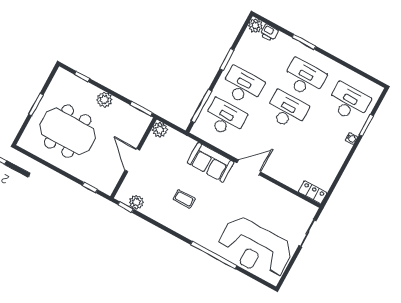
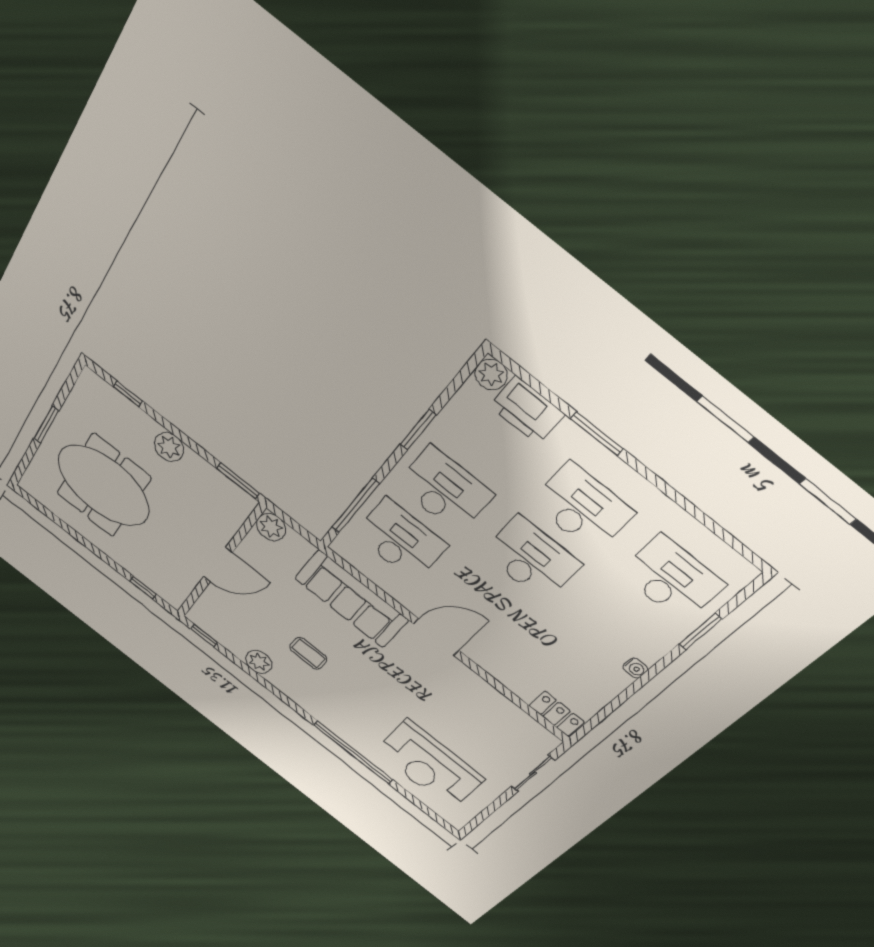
printer: (269, 33) -> (527, 410), width x1.87, depth x1.48
water cooler: (351, 139) -> (635, 668), moved
door: (132, 160) -> (218, 565), swing flipped
sofa: (211, 162) -> (351, 599), width x1.36
plant: (136, 202) -> (259, 662), moved
reception desk: (255, 248) -> (429, 765), width x0.74, depth x0.77

